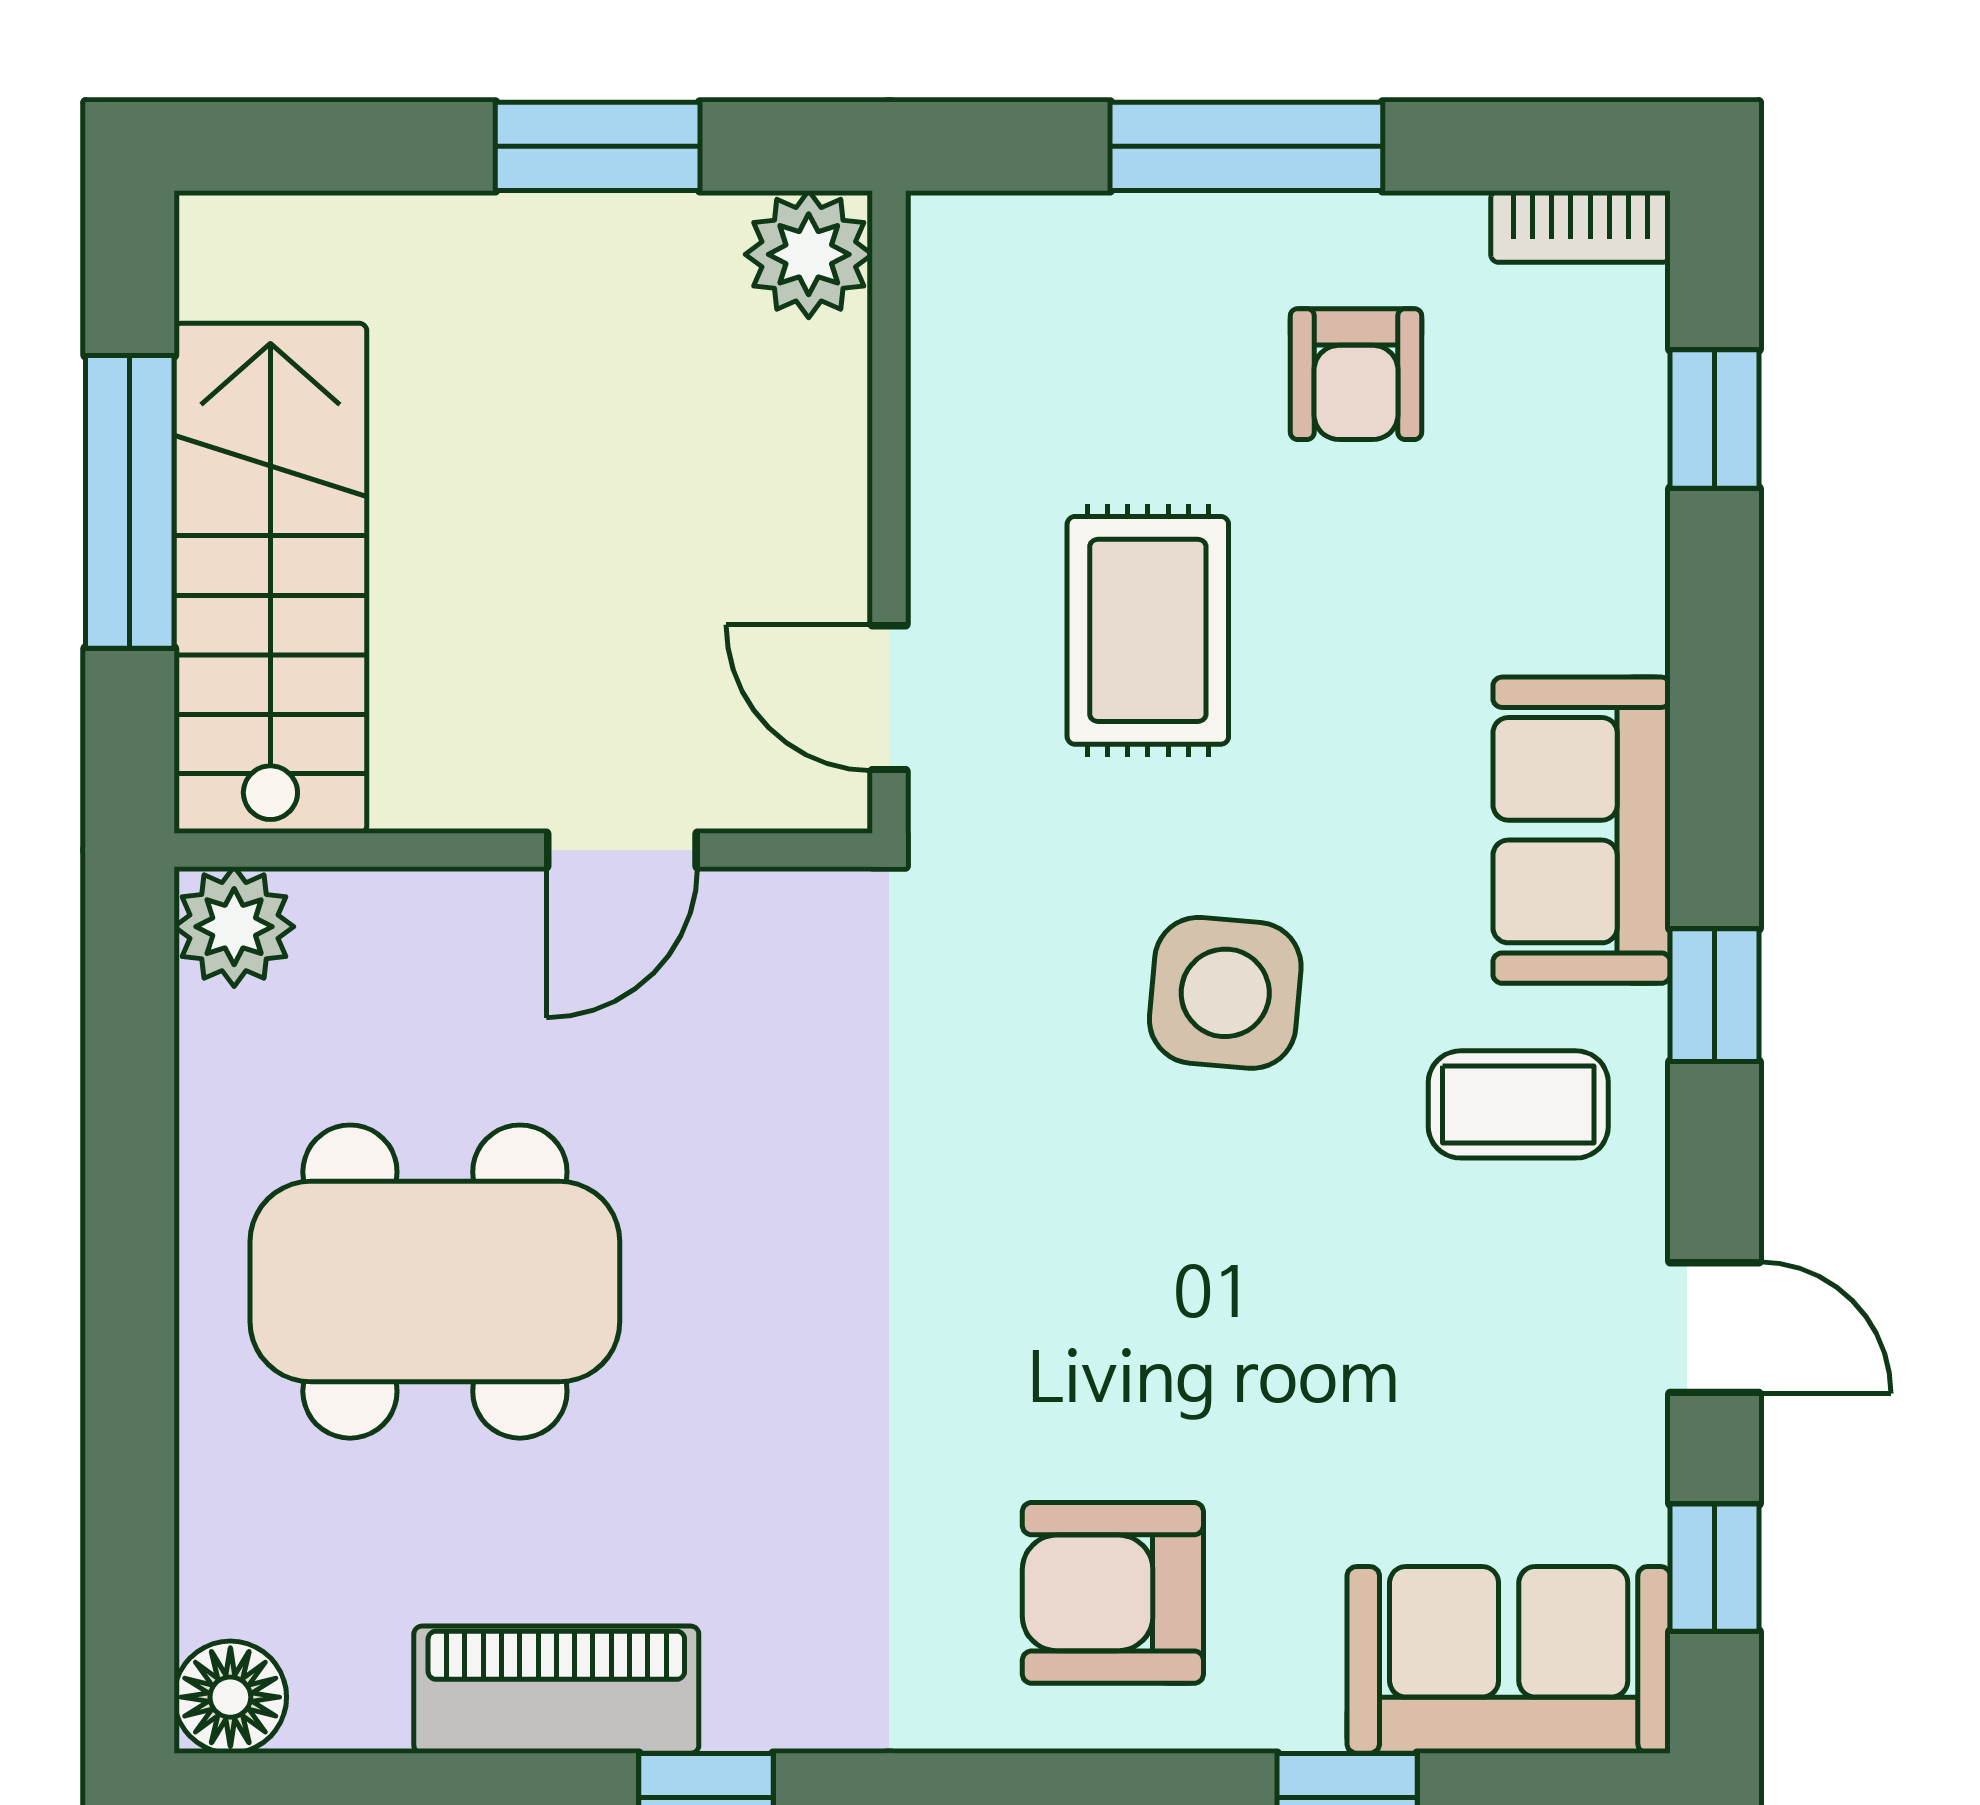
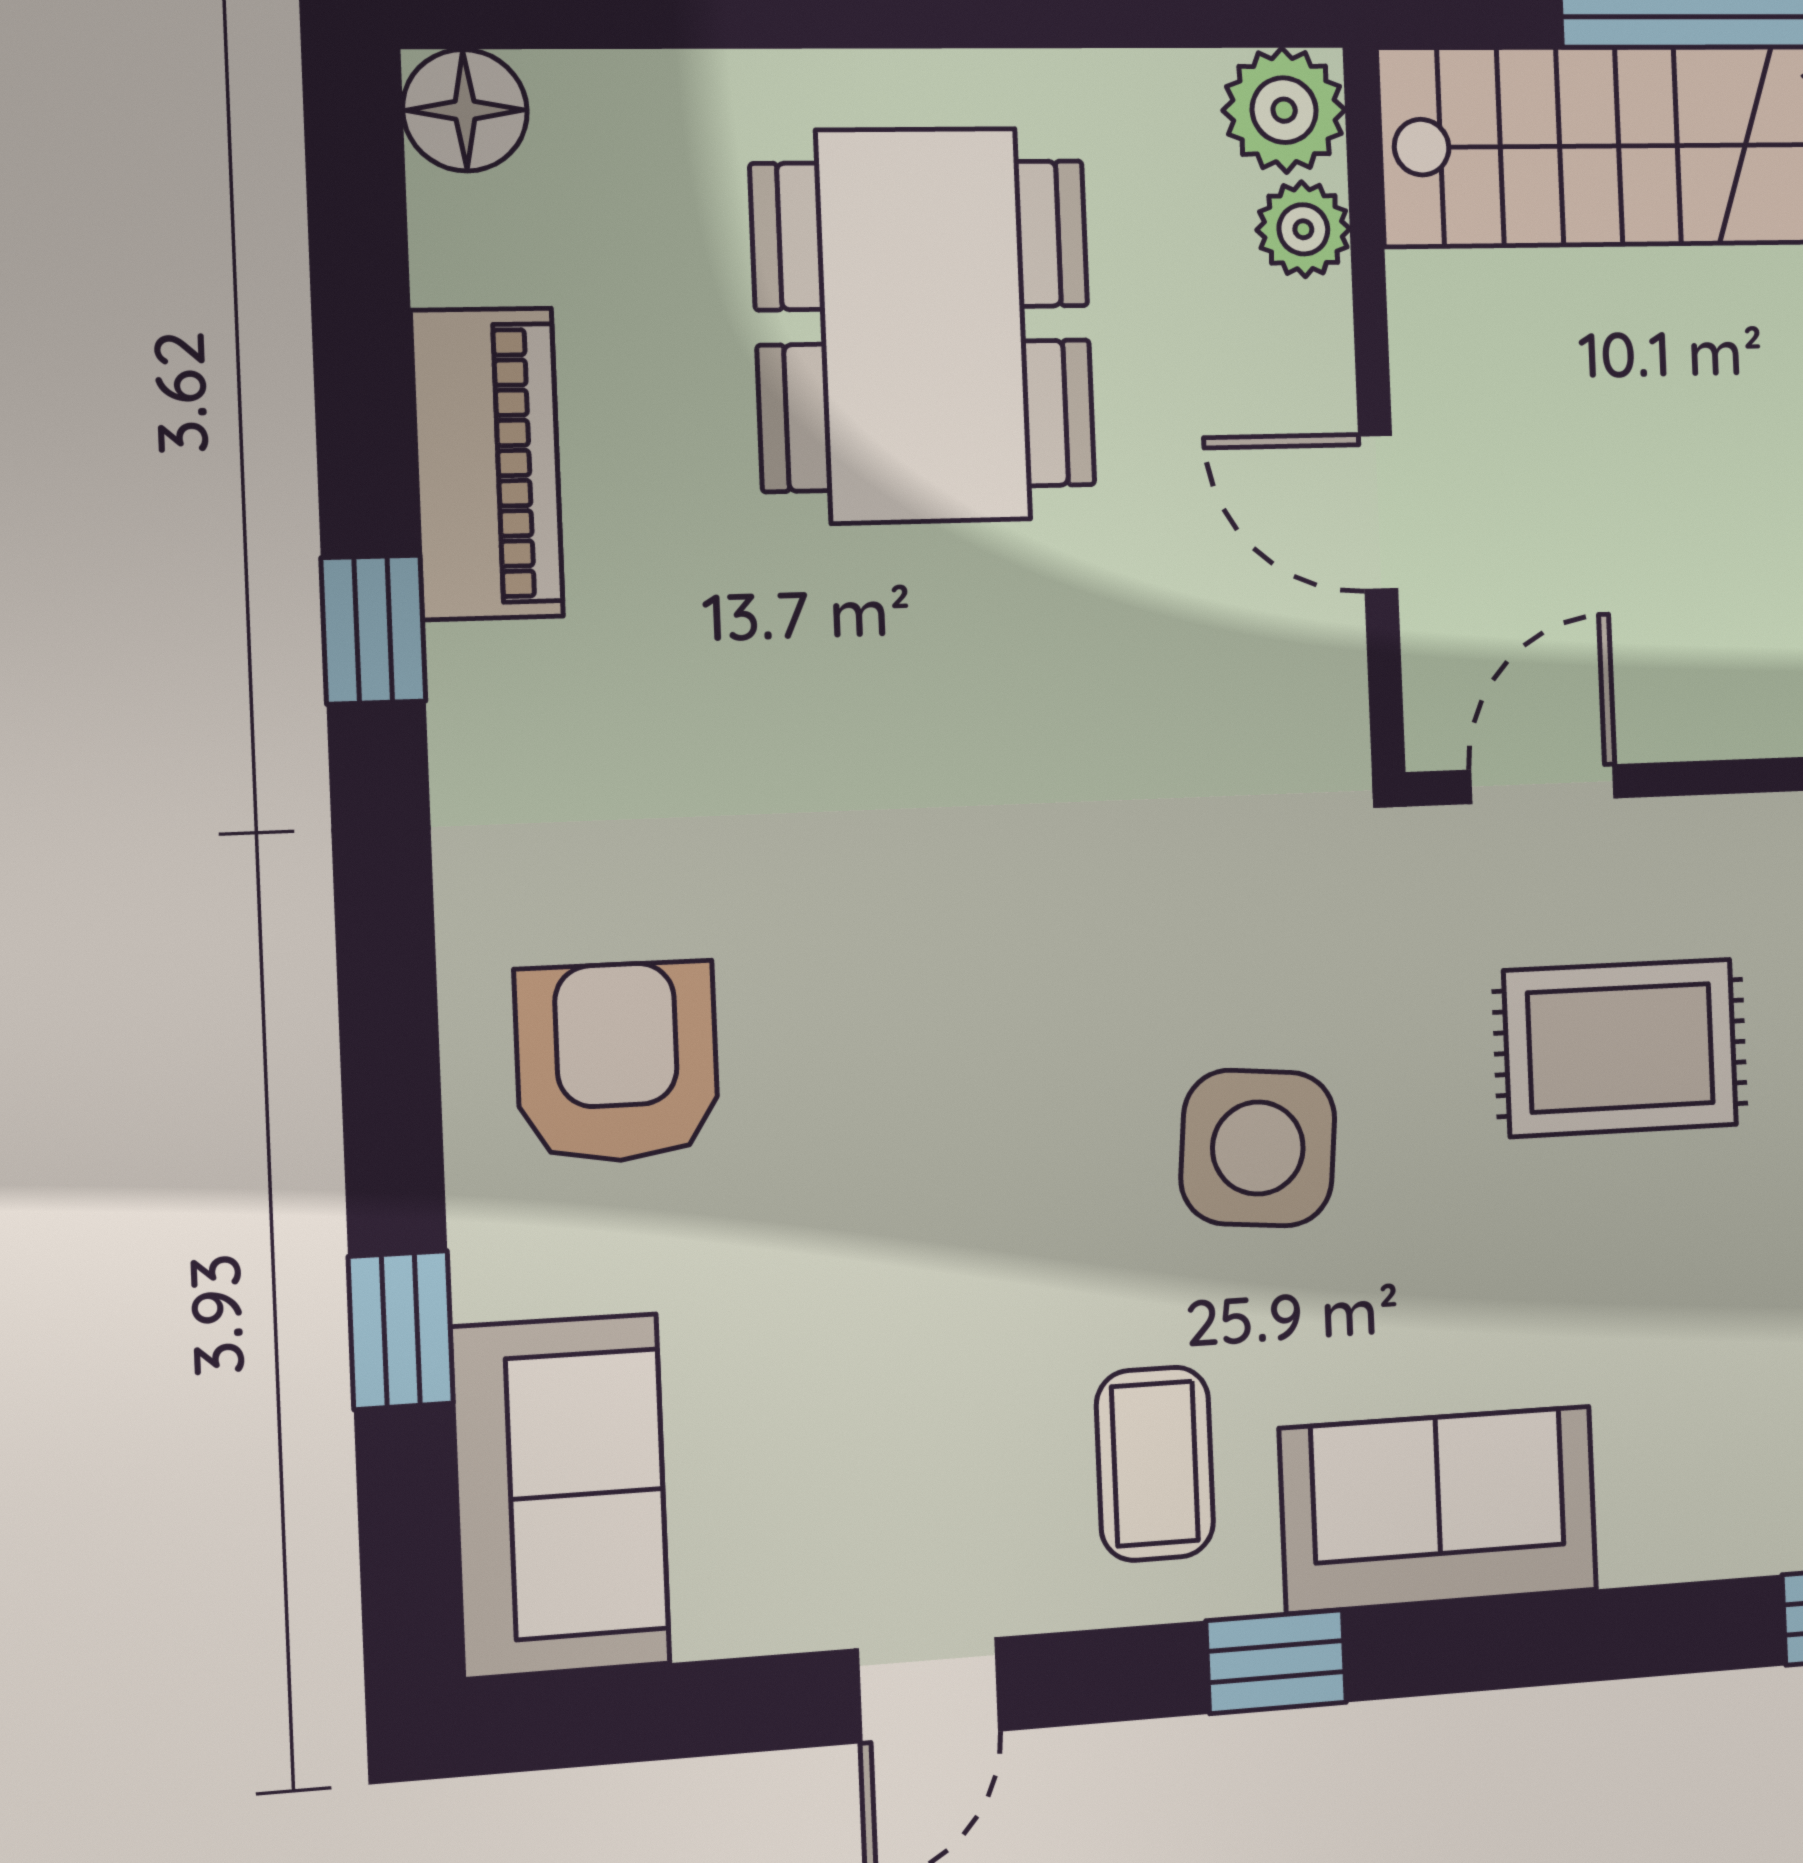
plant: (349, 912) -> (1303, 229), added
window: (1715, 1568) -> (670, 1711), removed

